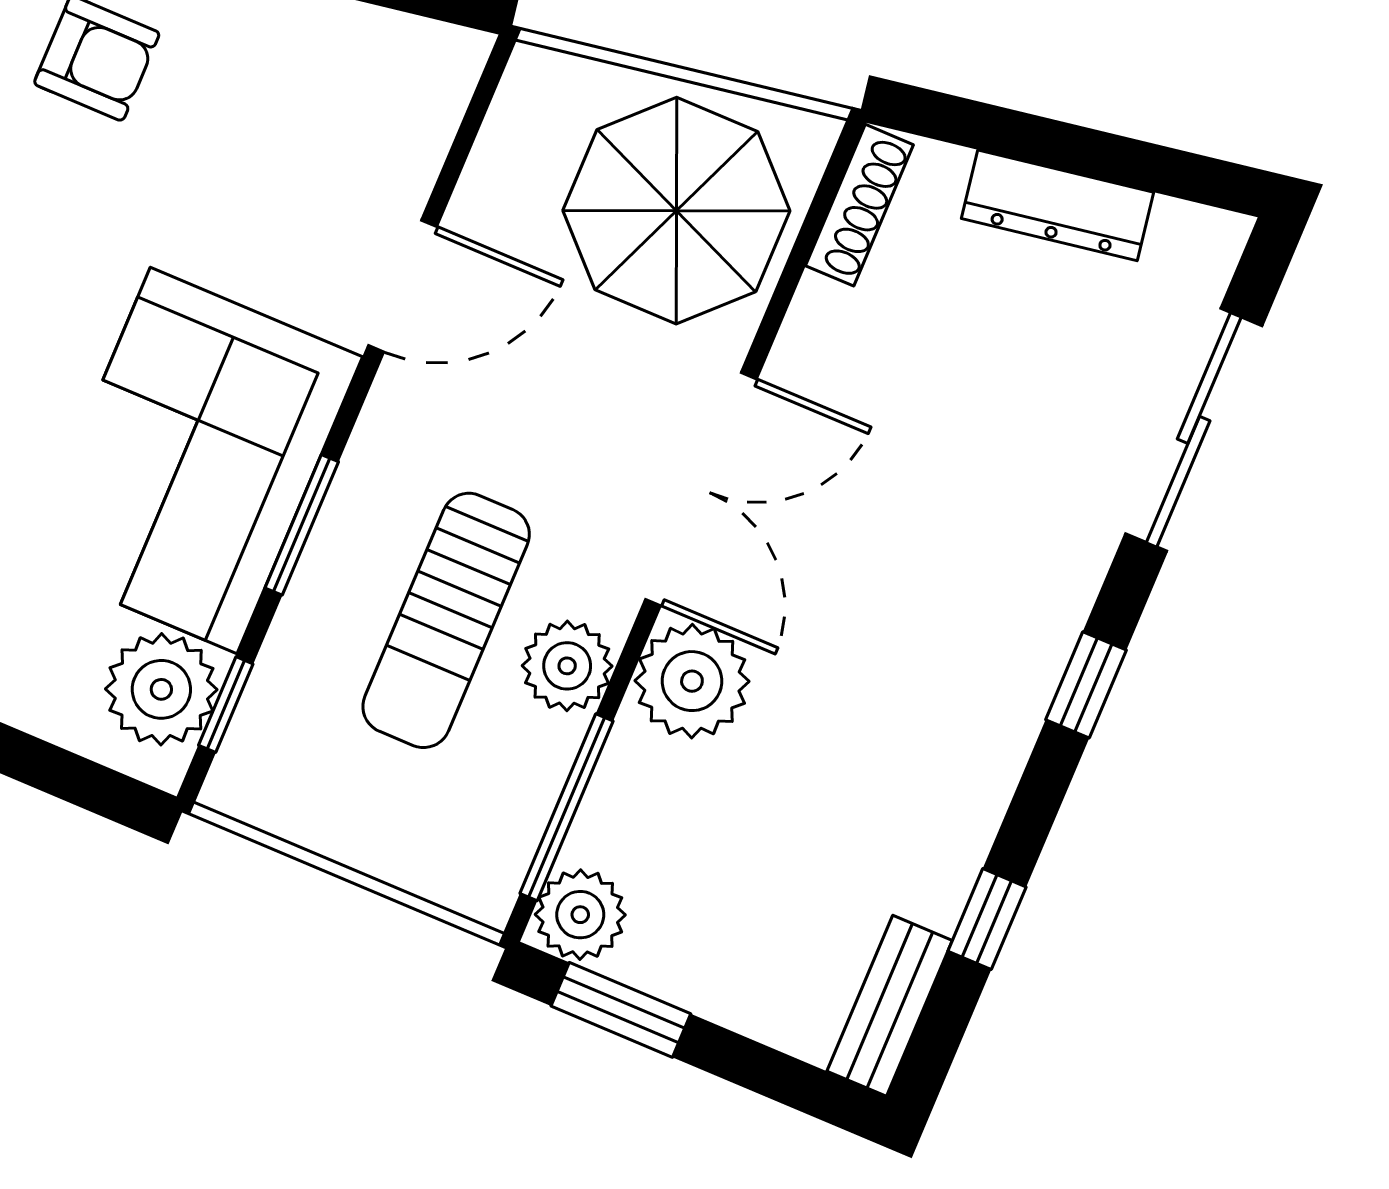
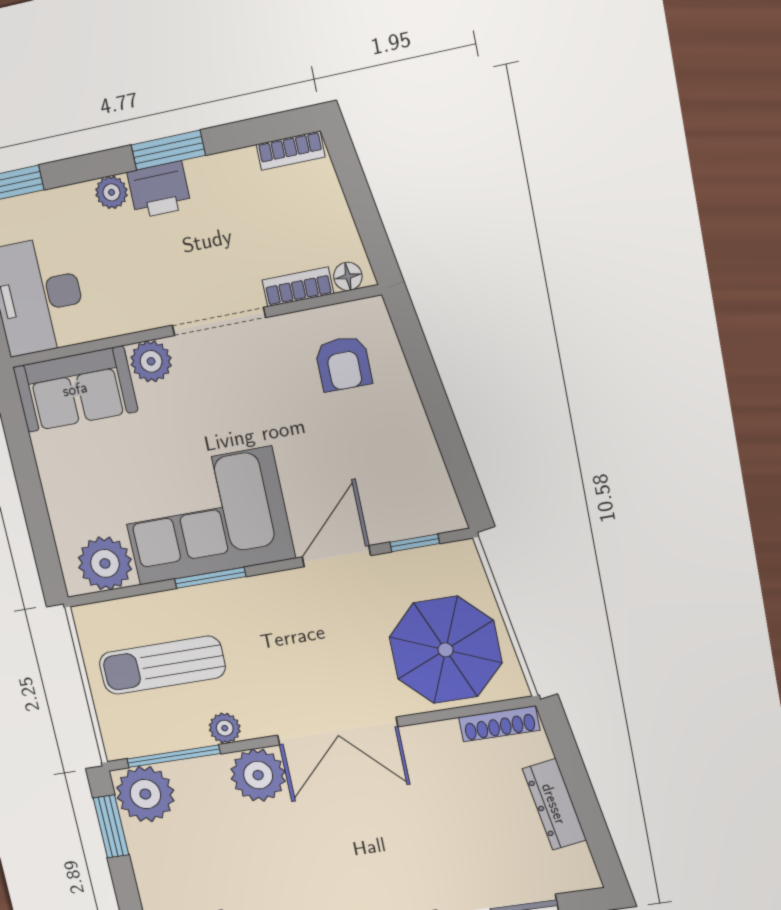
door: (403, 286) -> (336, 556), swing flipped
sun lounger: (446, 620) -> (162, 665), moved
plant: (567, 666) -> (225, 728), width x0.73, depth x0.73
window: (226, 705) -> (415, 543), moved
plant: (580, 915) -> (145, 794), width x1.36, depth x1.36

